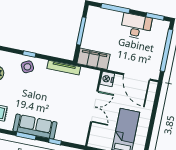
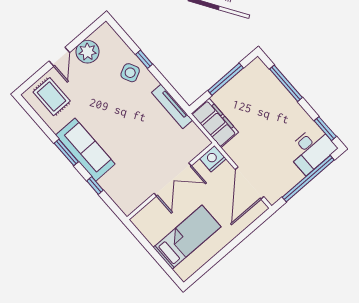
desk: (136, 26) -> (311, 150), moved, turned 90

